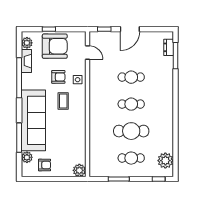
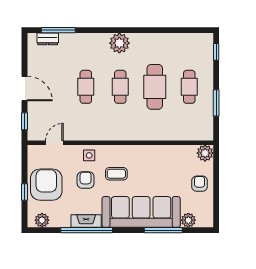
fireplace: (26, 61) -> (86, 221), moved
plant: (165, 161) -> (119, 43), moved
armchair: (44, 165) -> (200, 184), moved

